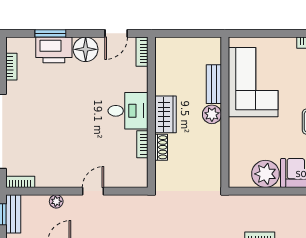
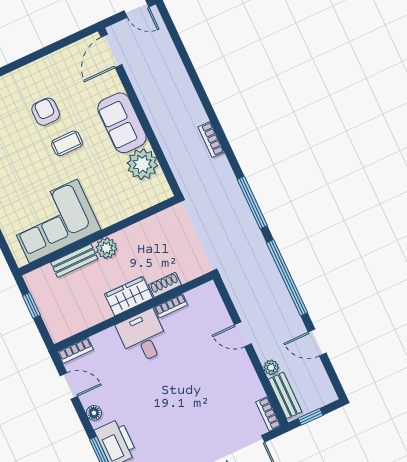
window: (194, 33) -> (31, 305), added
floor lamp: (86, 49) -> (94, 413), width x0.53, depth x0.53
bench: (13, 214) -> (285, 395), moved, turned 90

